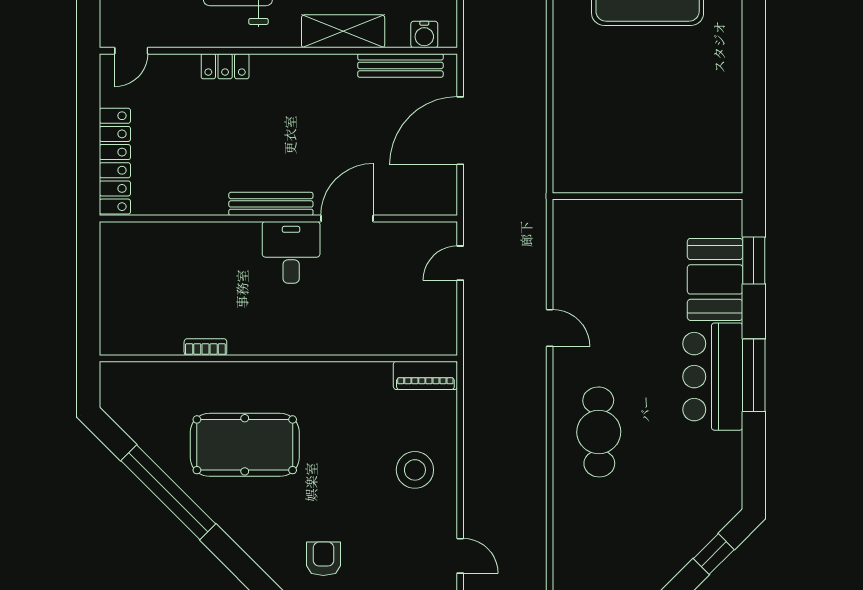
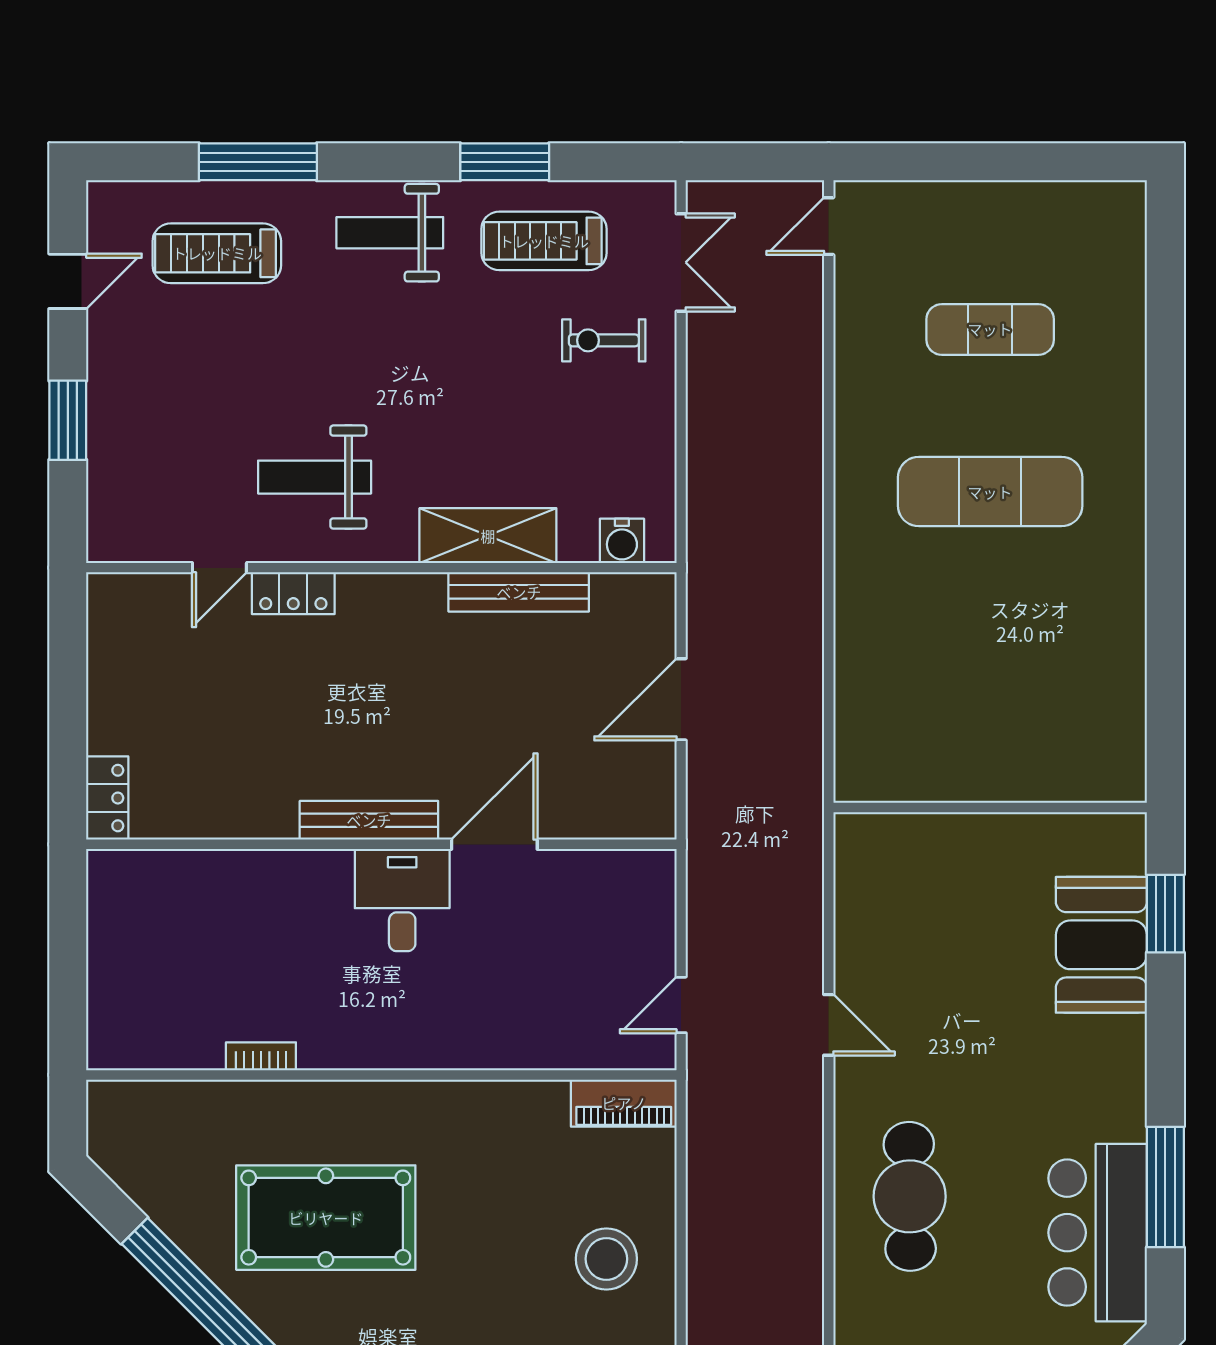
door: (131, 51) -> (219, 568), moved
bench: (400, 65) -> (519, 592), moved
door: (460, 131) -> (681, 699), width x0.73
locker: (115, 161) -> (107, 798), width x0.46, depth x0.83
door: (460, 263) -> (681, 1005), moved
window: (754, 375) -> (1165, 1187), moved
bar counter: (713, 377) -> (1098, 1233), moved

